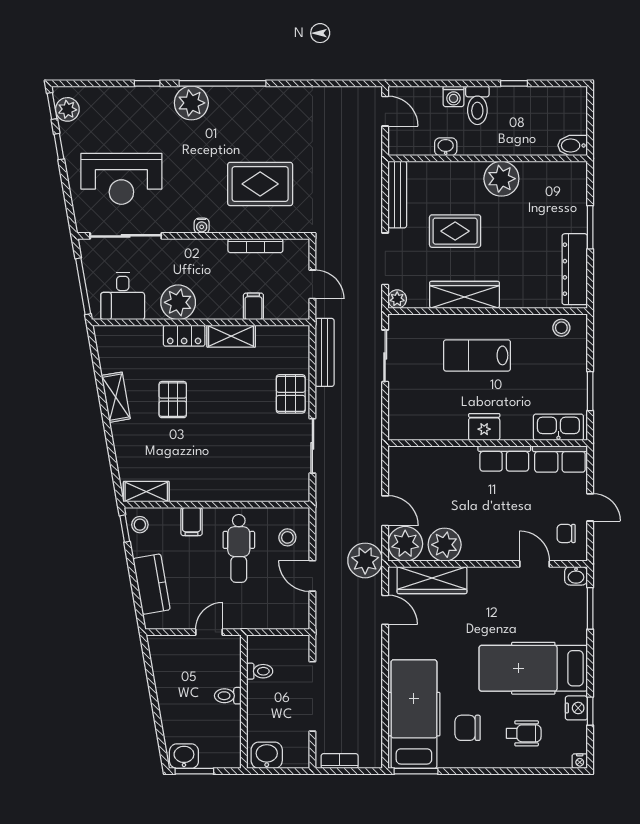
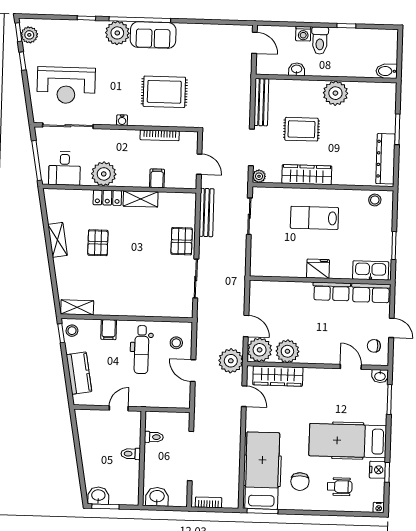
sofa: (242, 104) -> (153, 35), added
chair: (468, 728) -> (300, 482), turned -90

